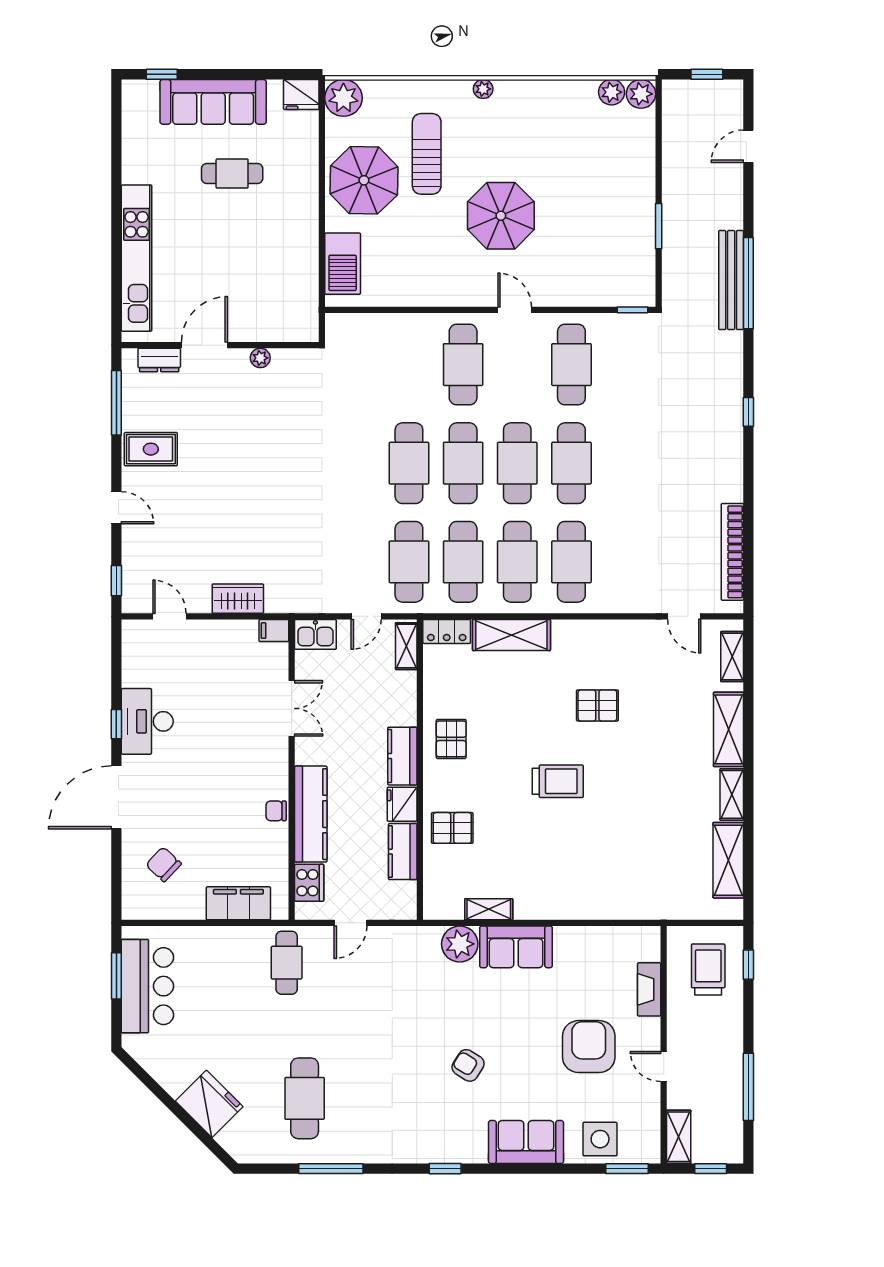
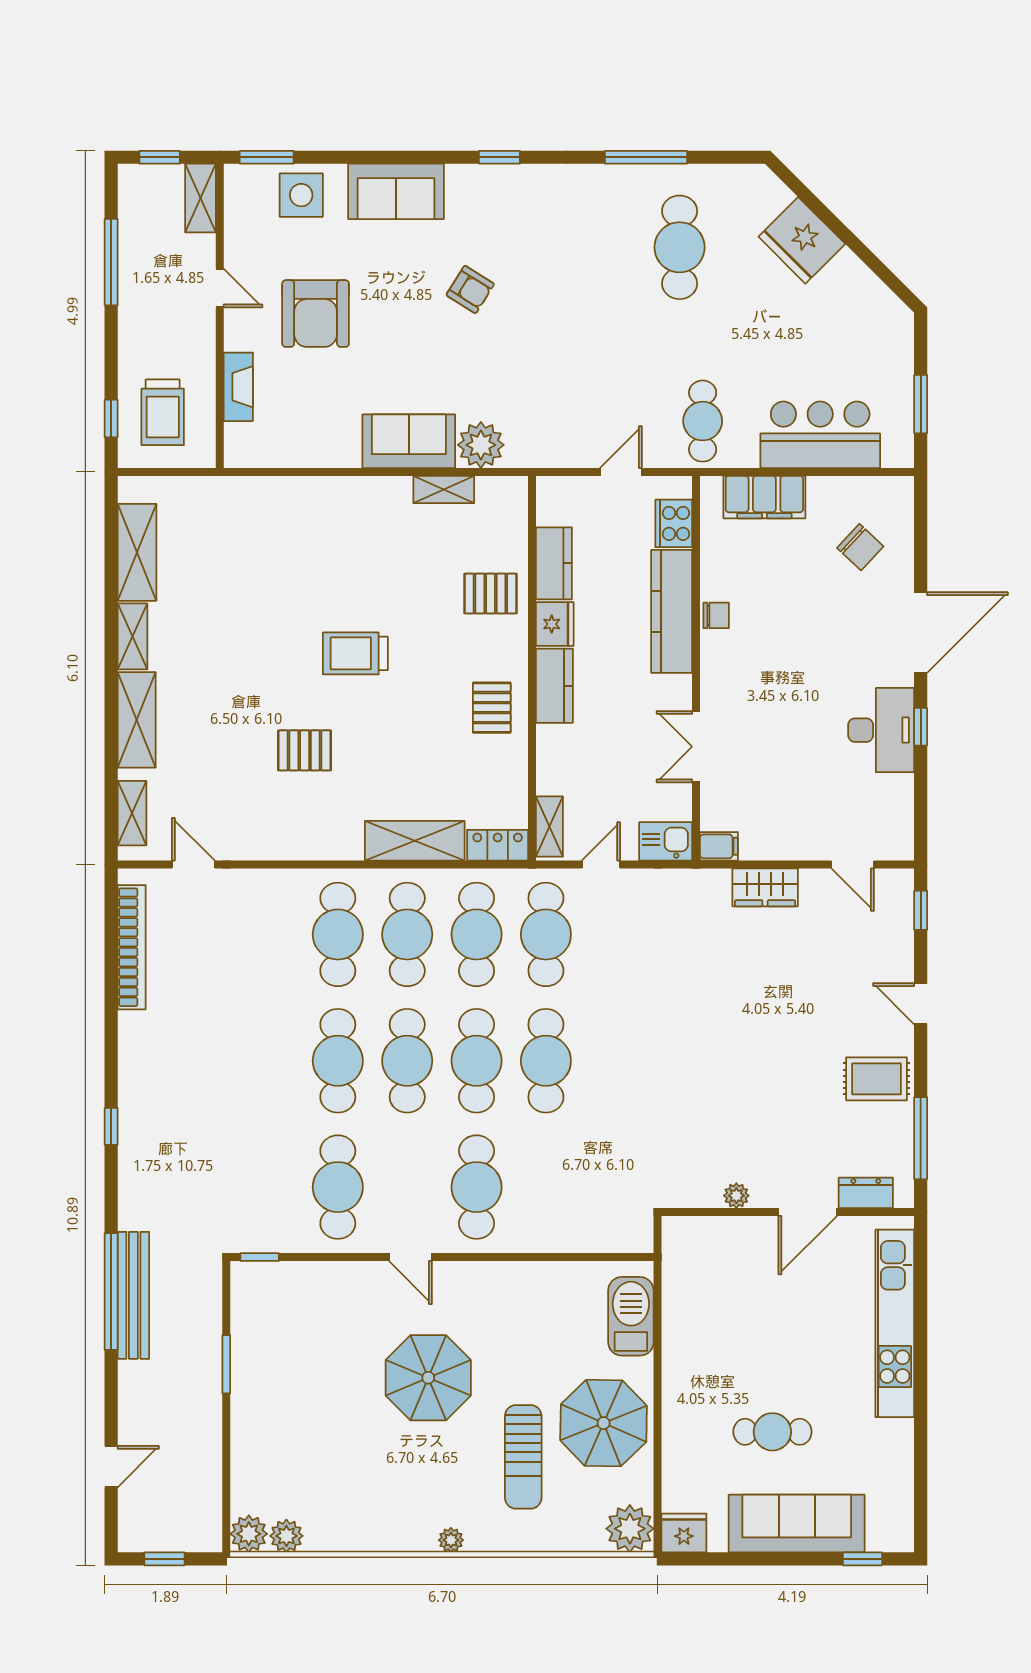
bar counter: (147, 986) -> (820, 435), moved, turned 90

